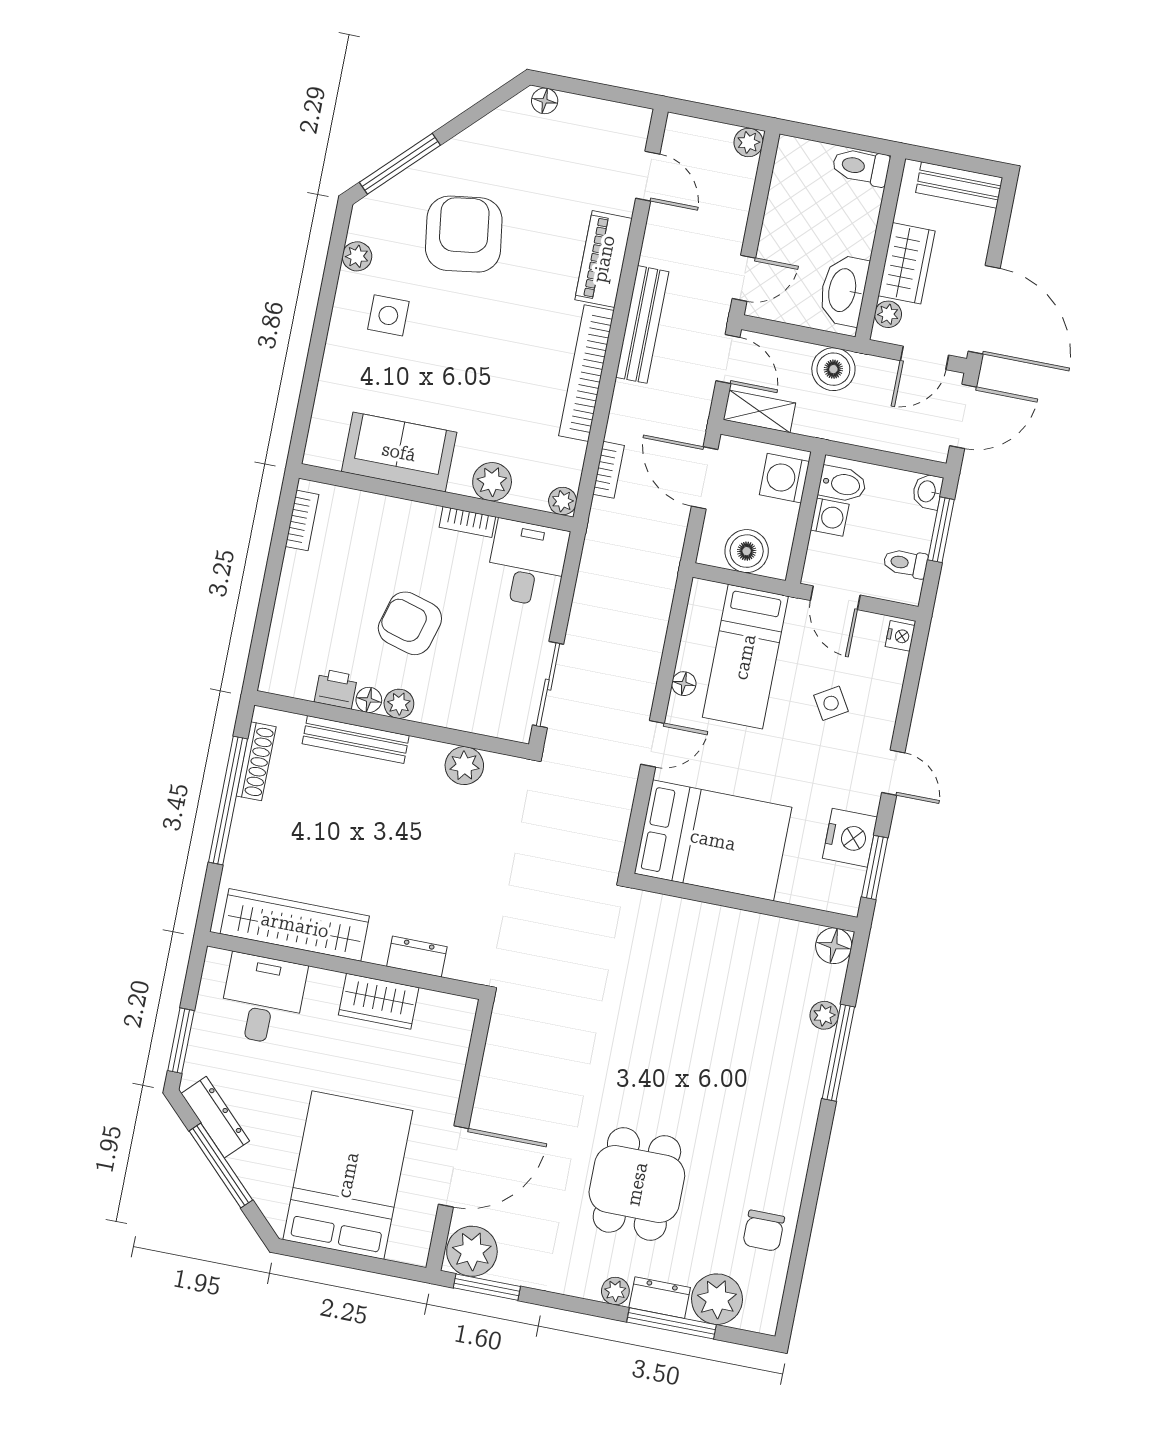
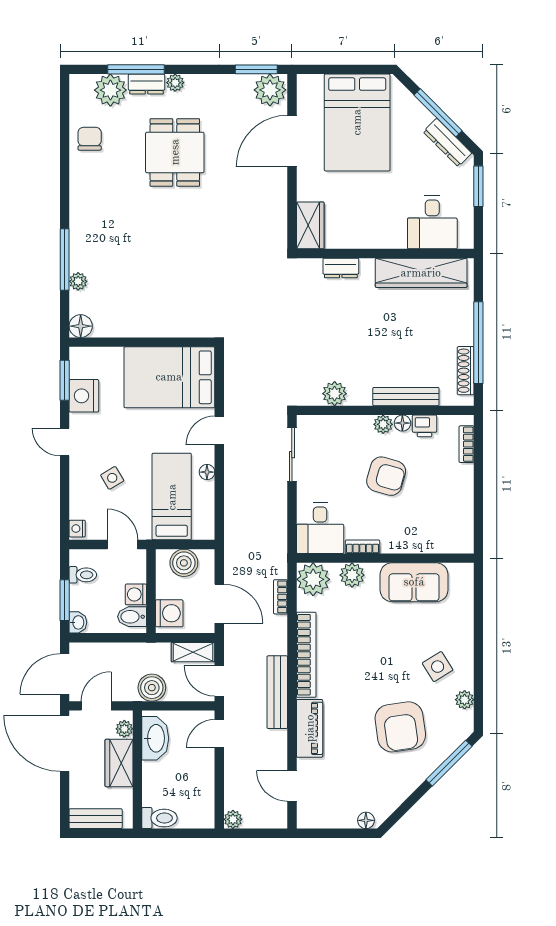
side table: (388, 315) -> (438, 667), turned -32
plant: (563, 501) -> (313, 579), width x1.87, depth x1.87
bookcase: (302, 520) -> (466, 444), moved
wardrobe: (379, 1001) -> (310, 225), moved, turned 90

